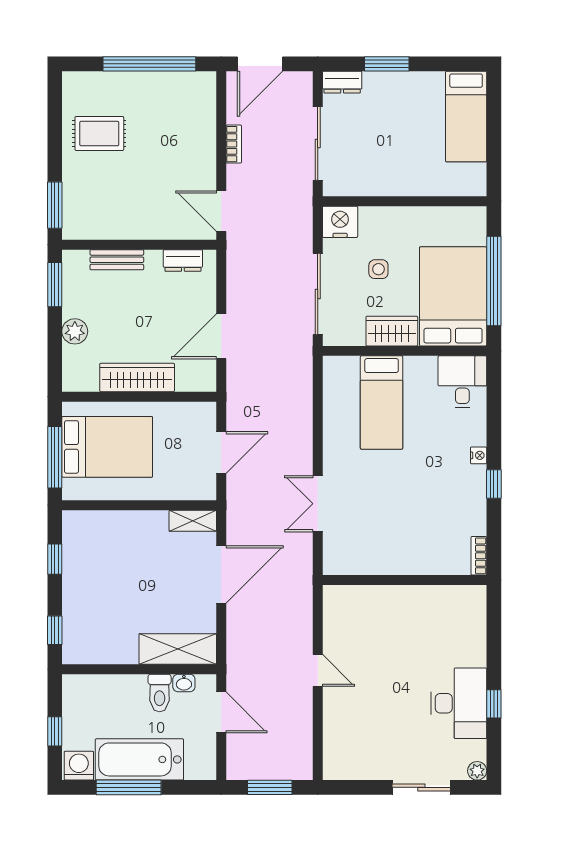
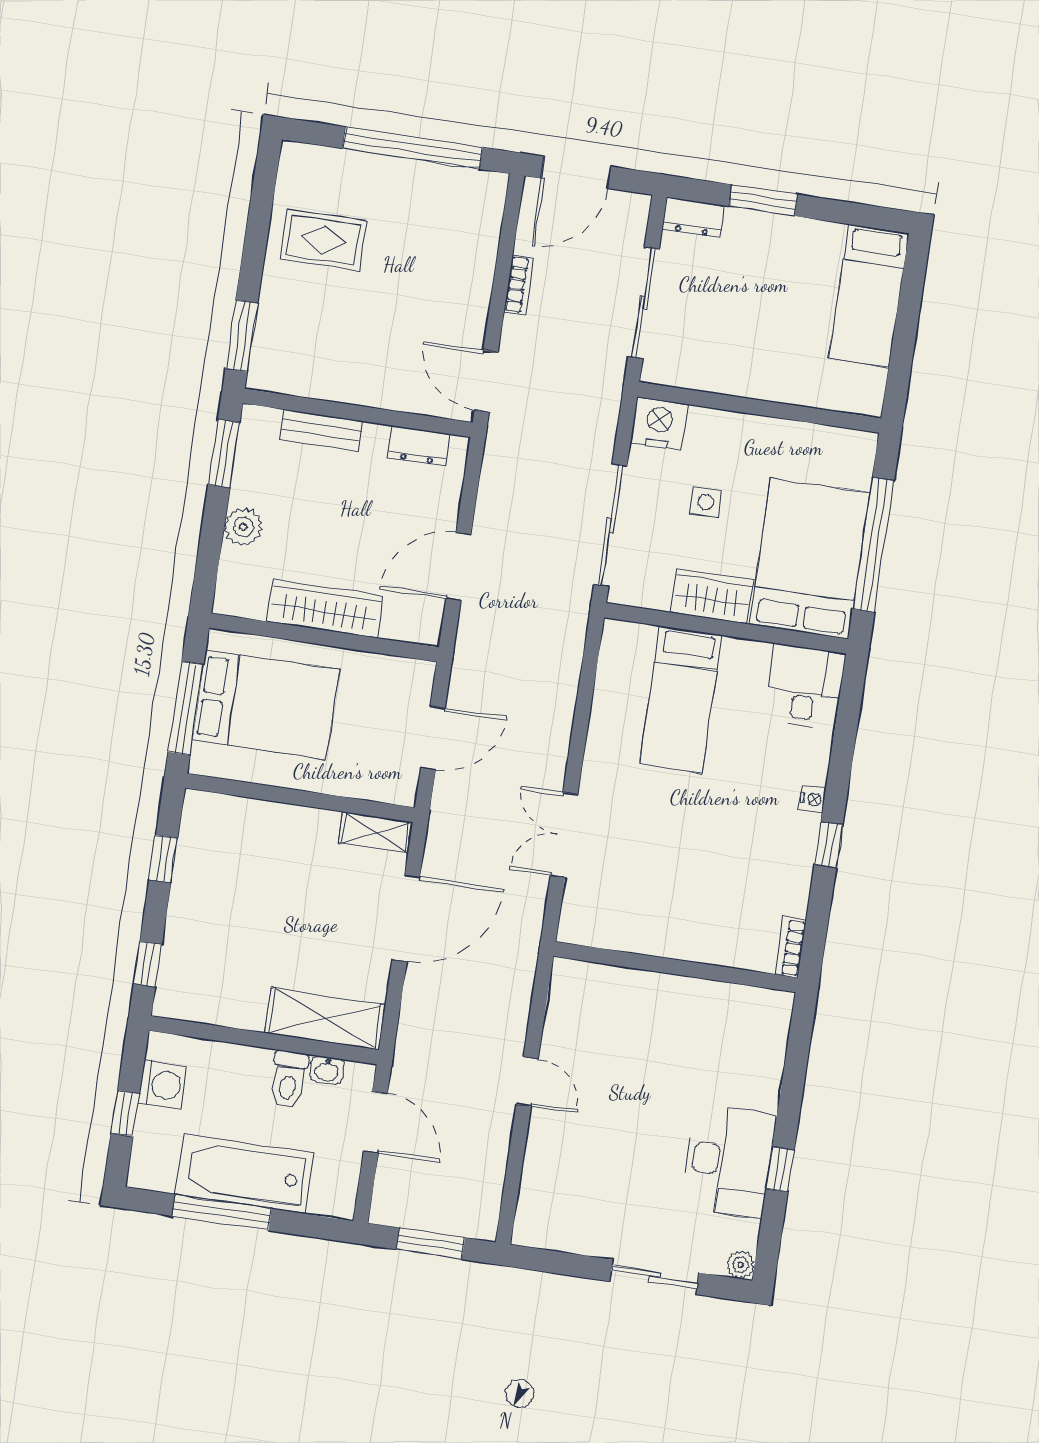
washing machine: (79, 766) -> (163, 1085), moved, turned 90

